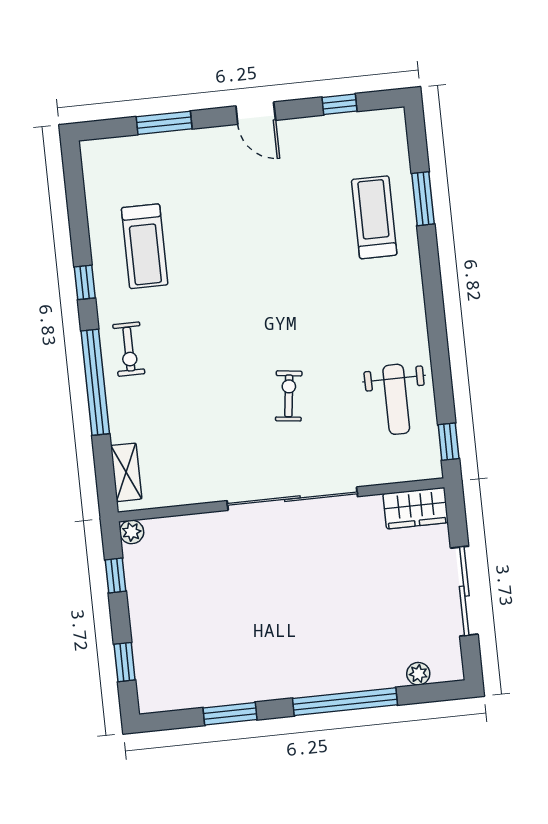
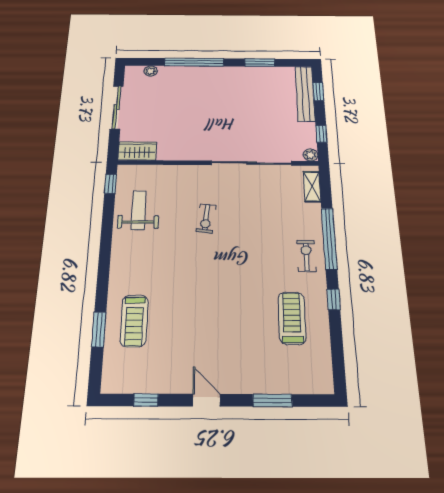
sliding door: (292, 499) -> (252, 163), moved
bench: (147, 655) -> (305, 94), added

